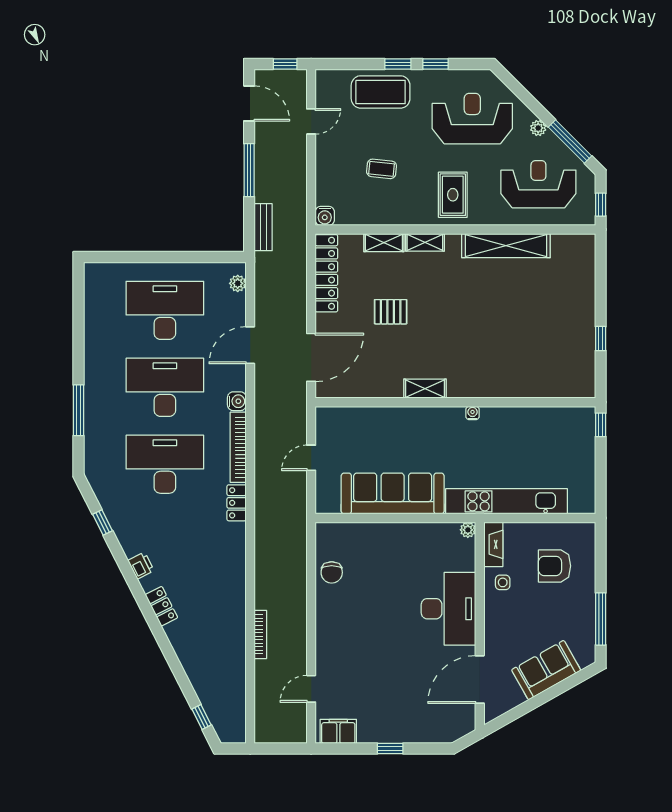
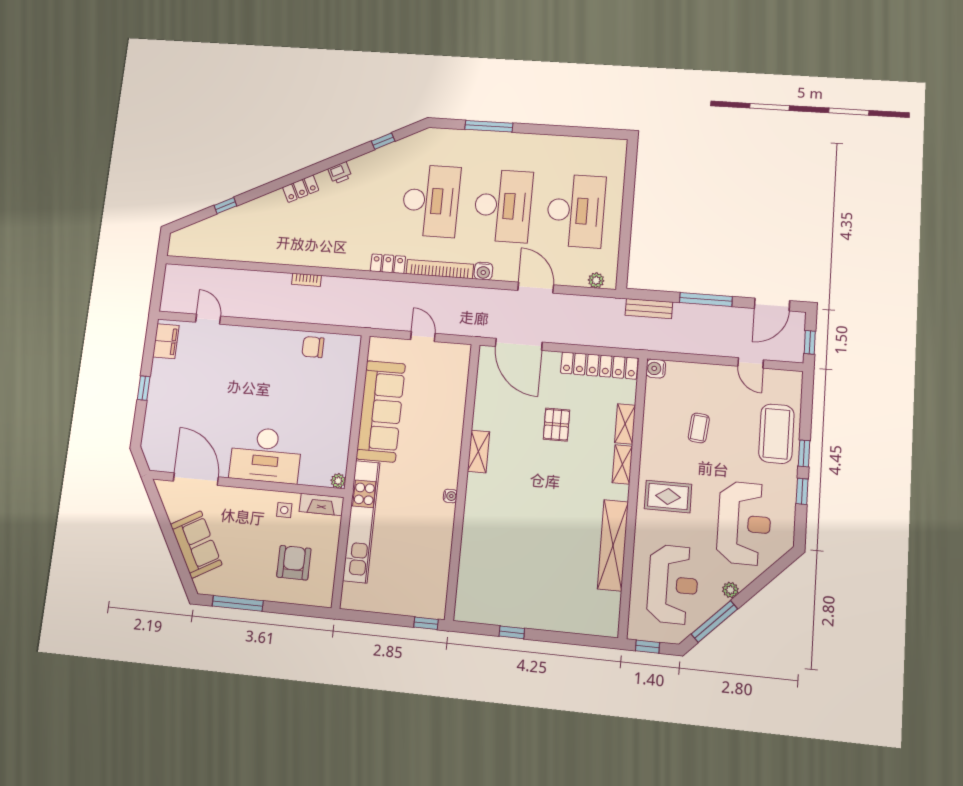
bookcase: (260, 634) -> (306, 280), moved, width x0.64
window: (202, 717) -> (225, 206), moved

